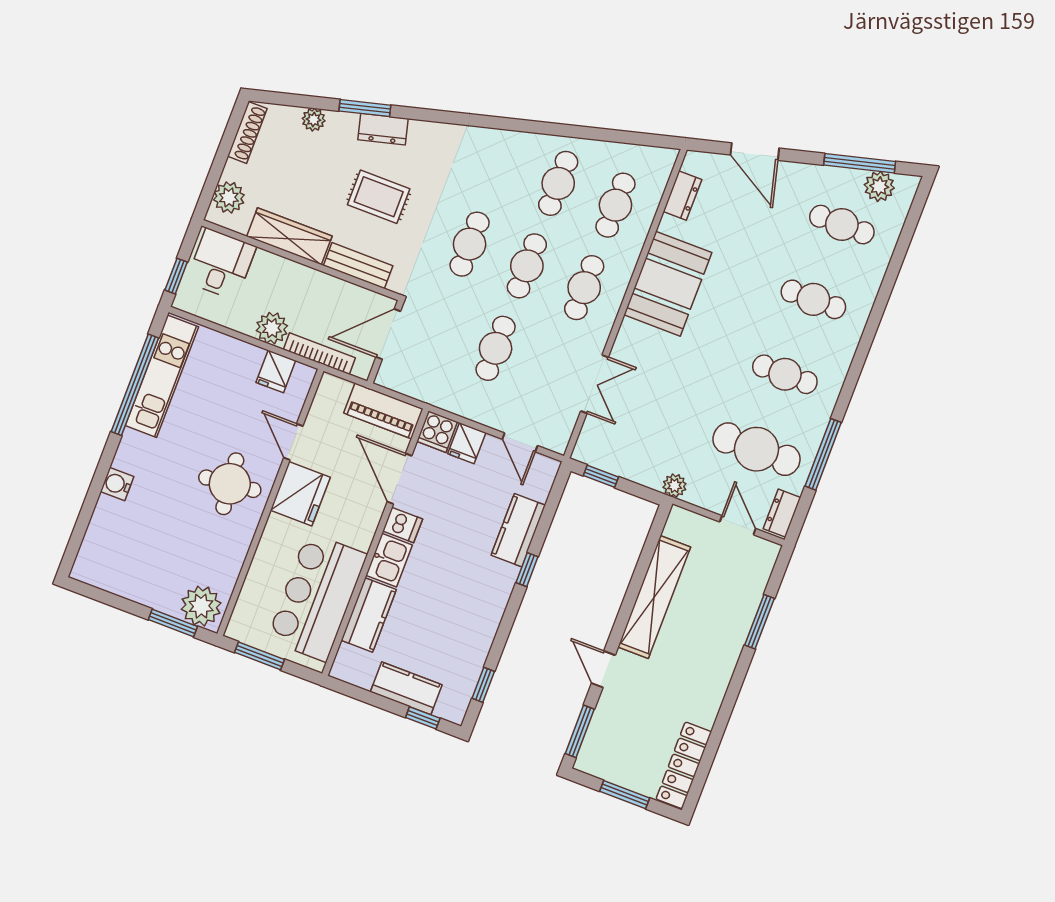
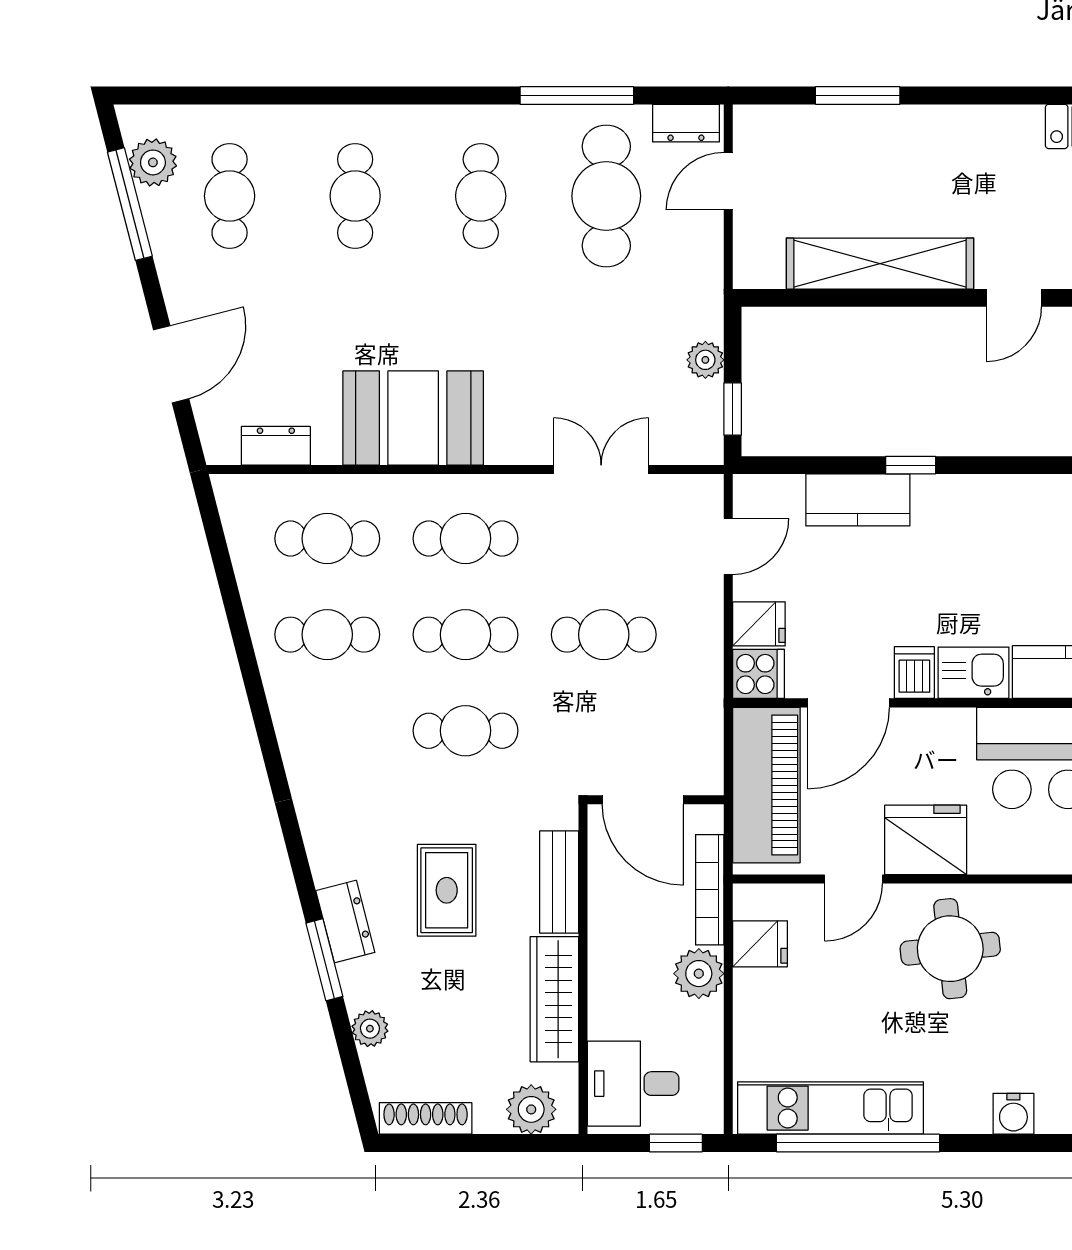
piano: (383, 411) -> (766, 785), width x1.37, depth x1.33
plant: (675, 486) -> (705, 360), moved

